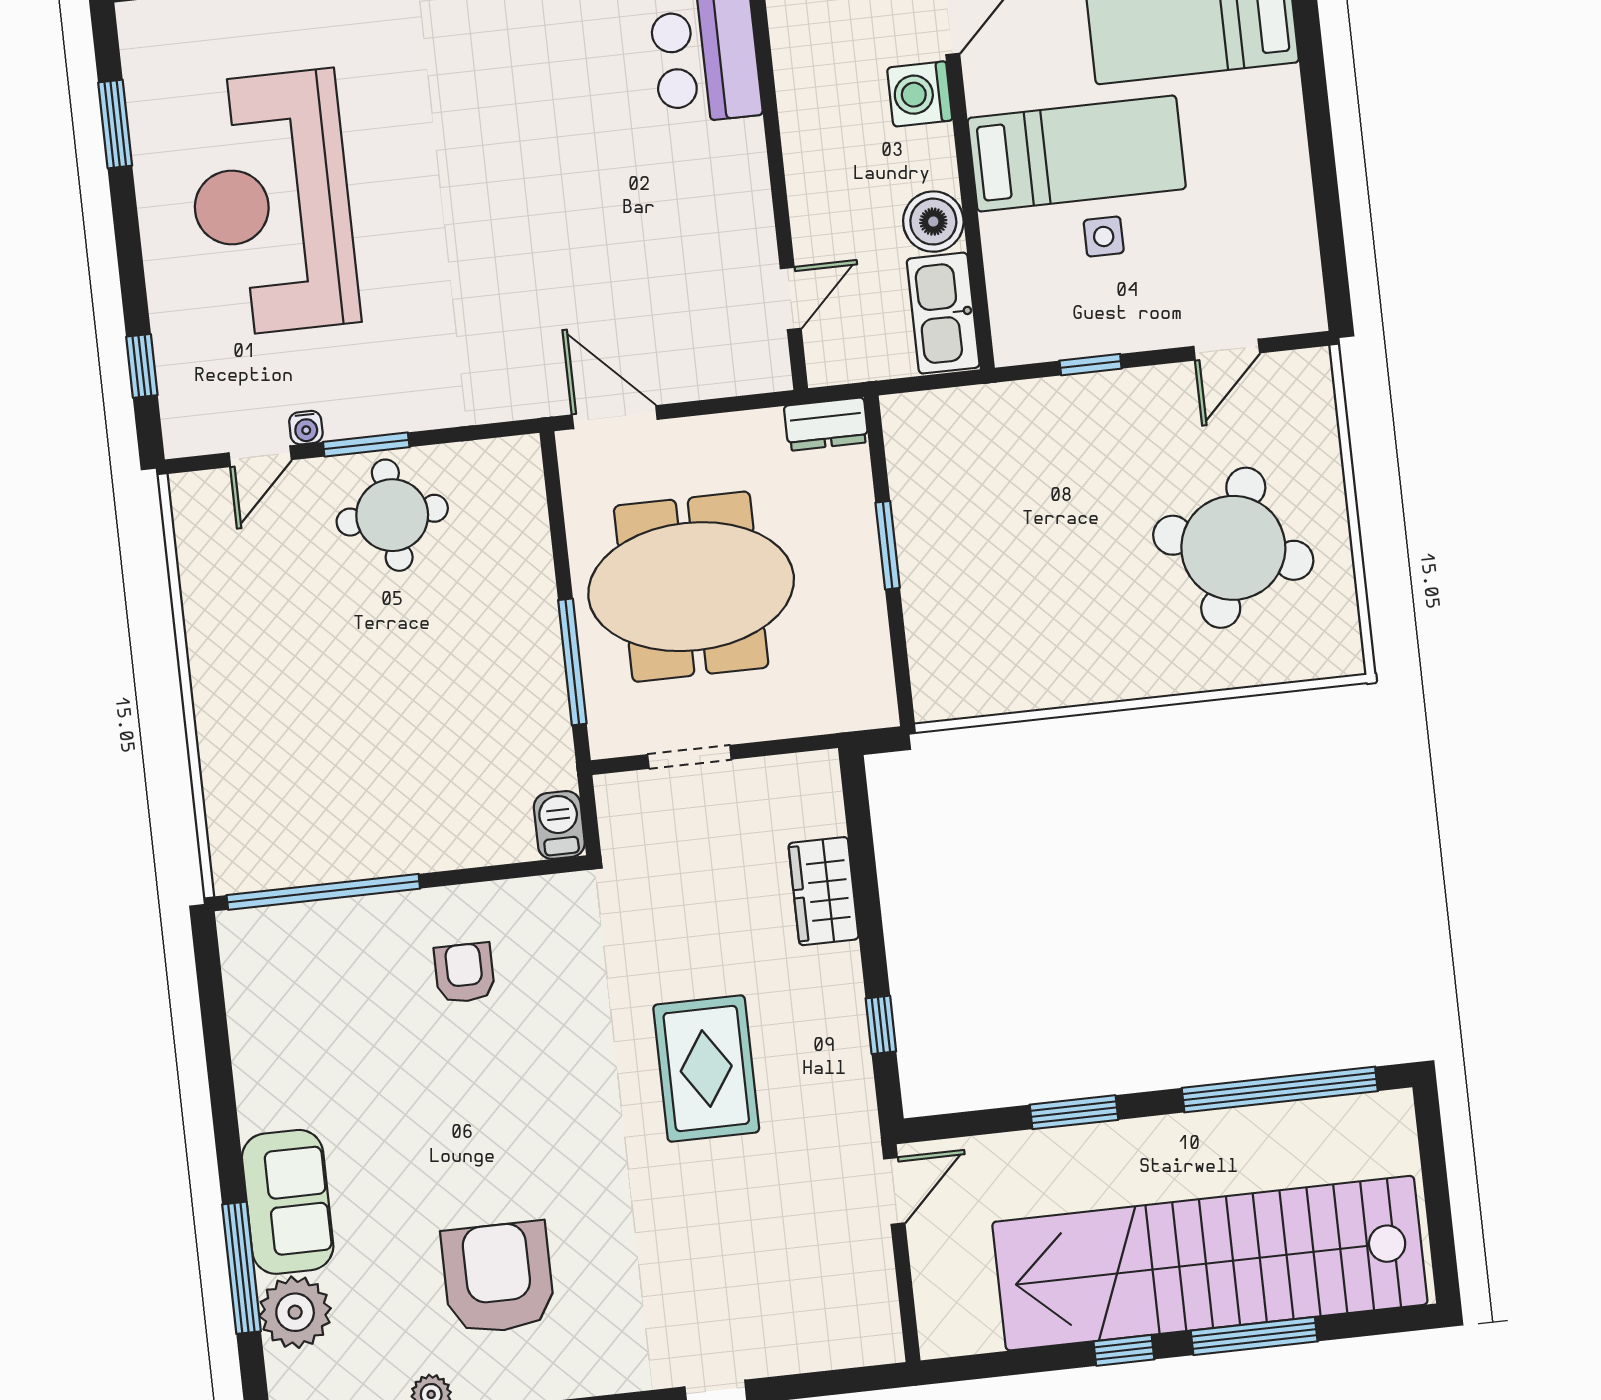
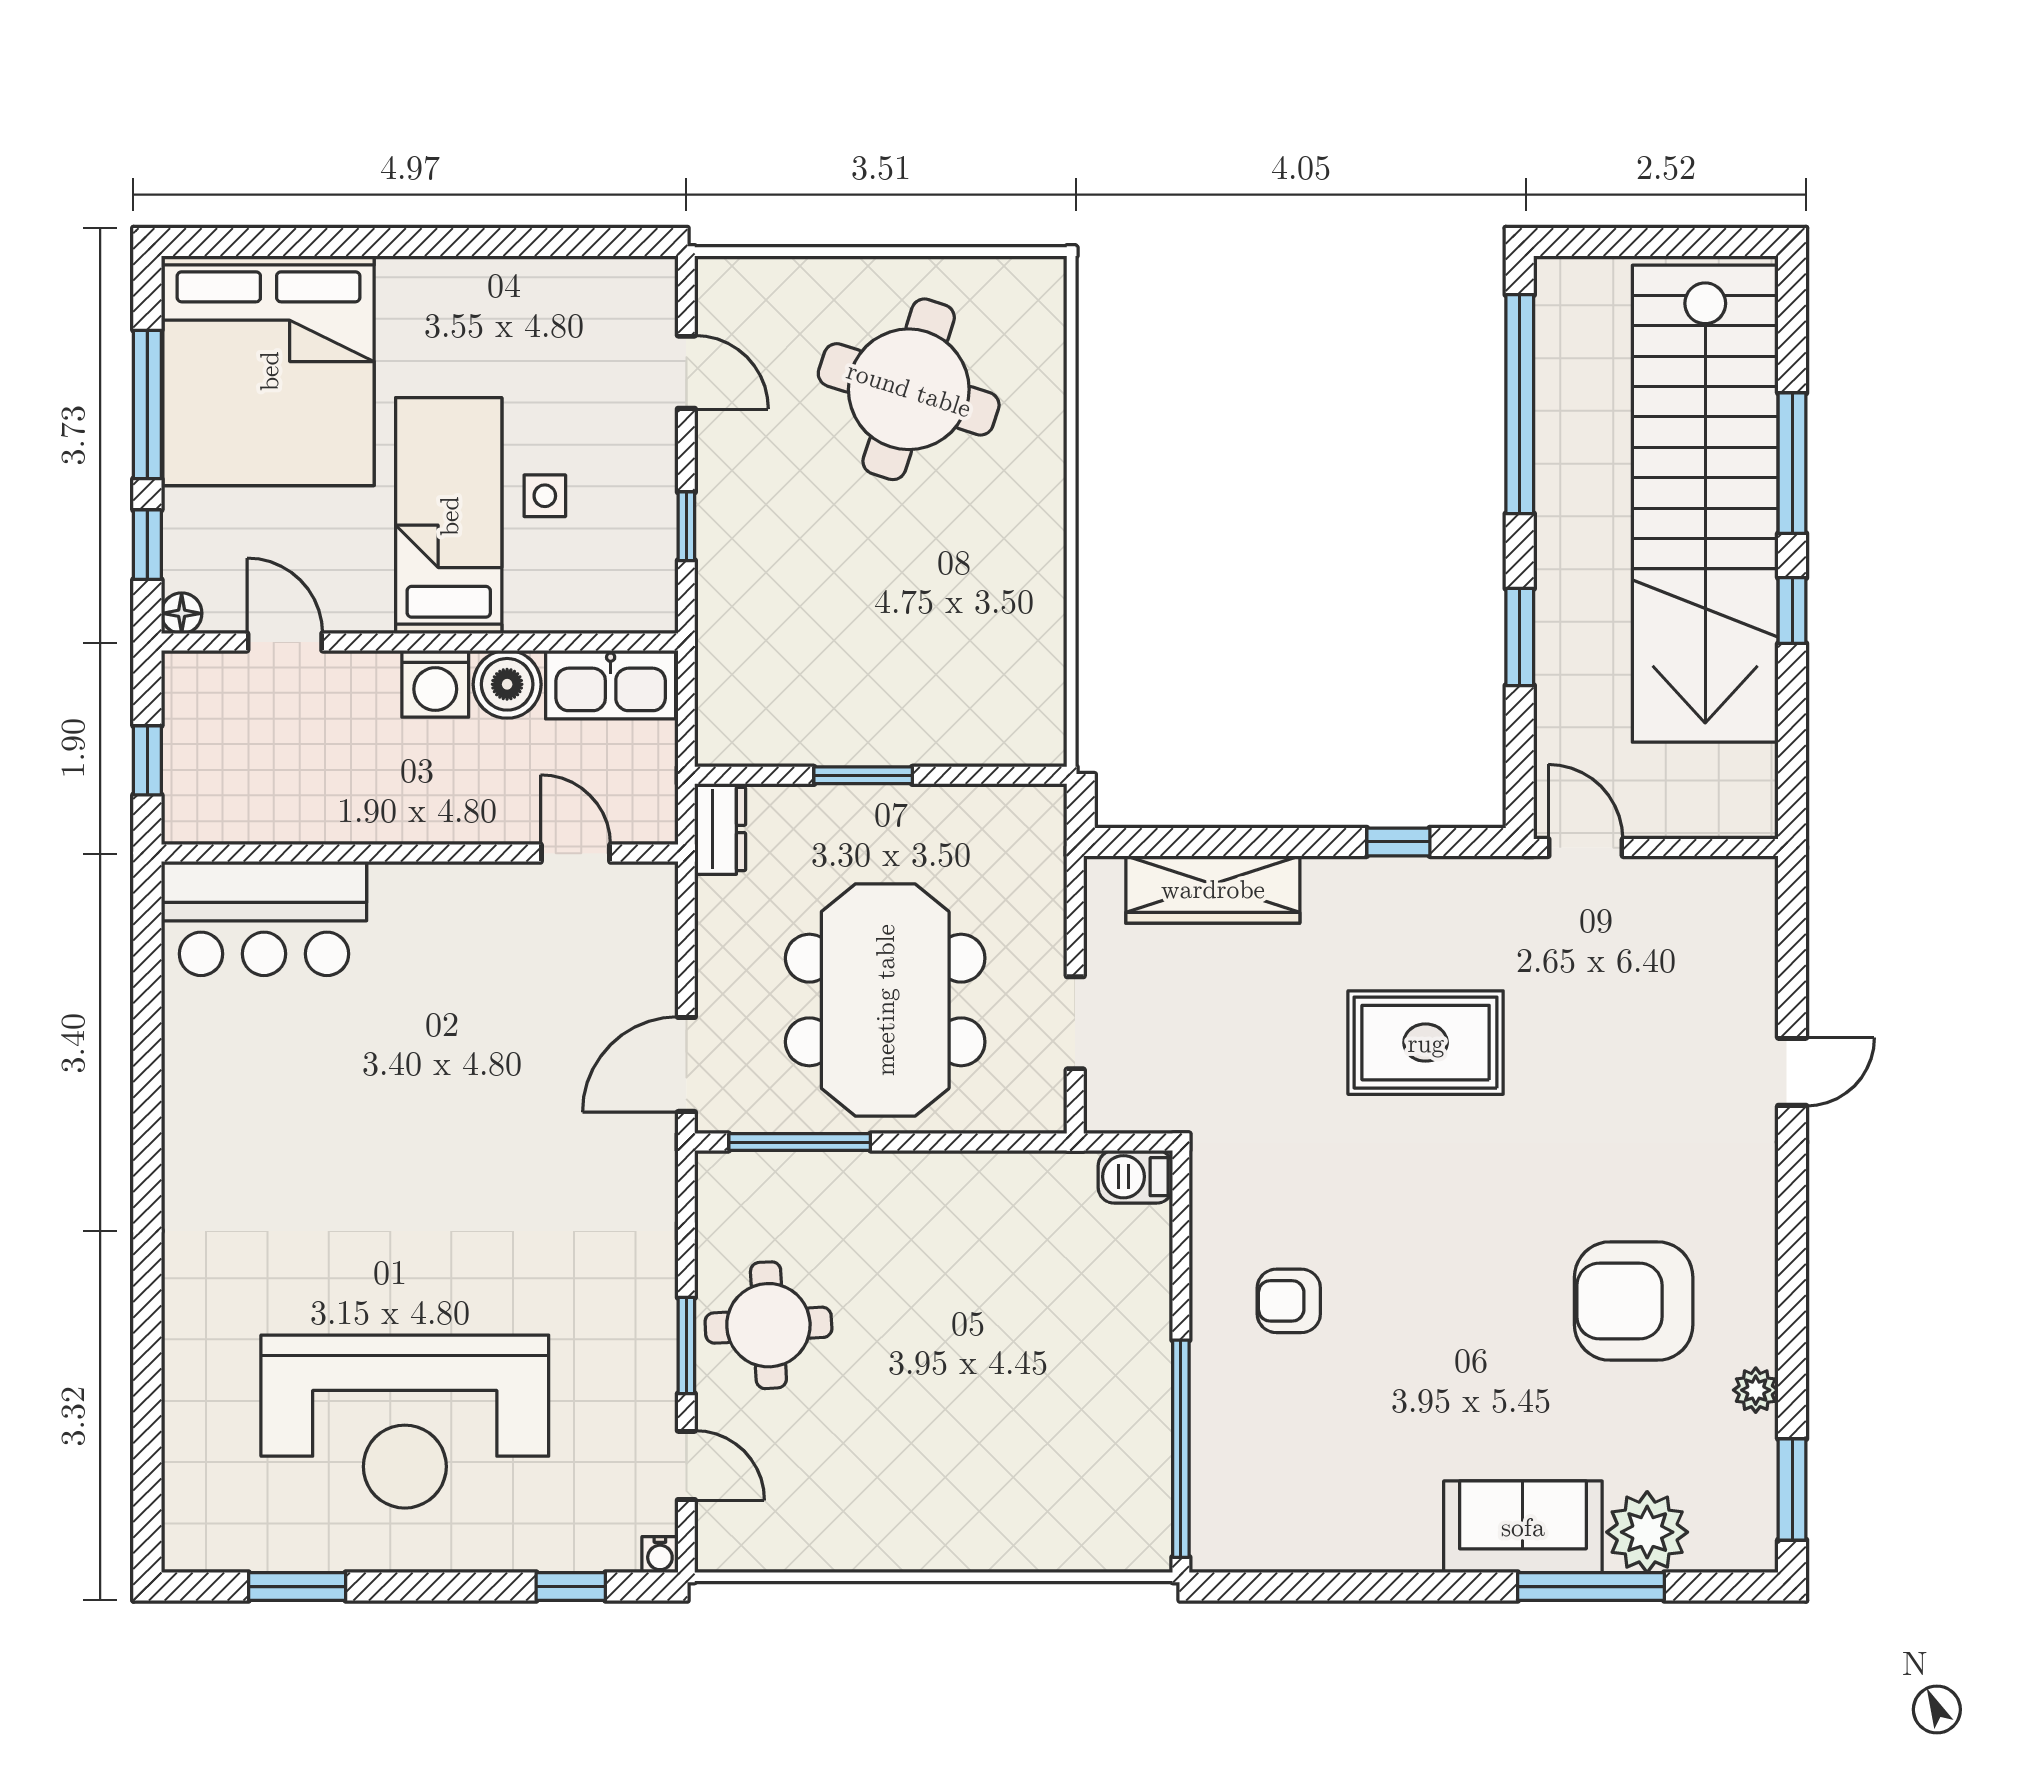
washing machine: (920, 94) -> (435, 684), moved
water cooler: (306, 428) -> (660, 1555), moved, turned 90
window: (572, 662) -> (800, 1142), moved
wardrobe: (824, 891) -> (1213, 889), width x1.50

